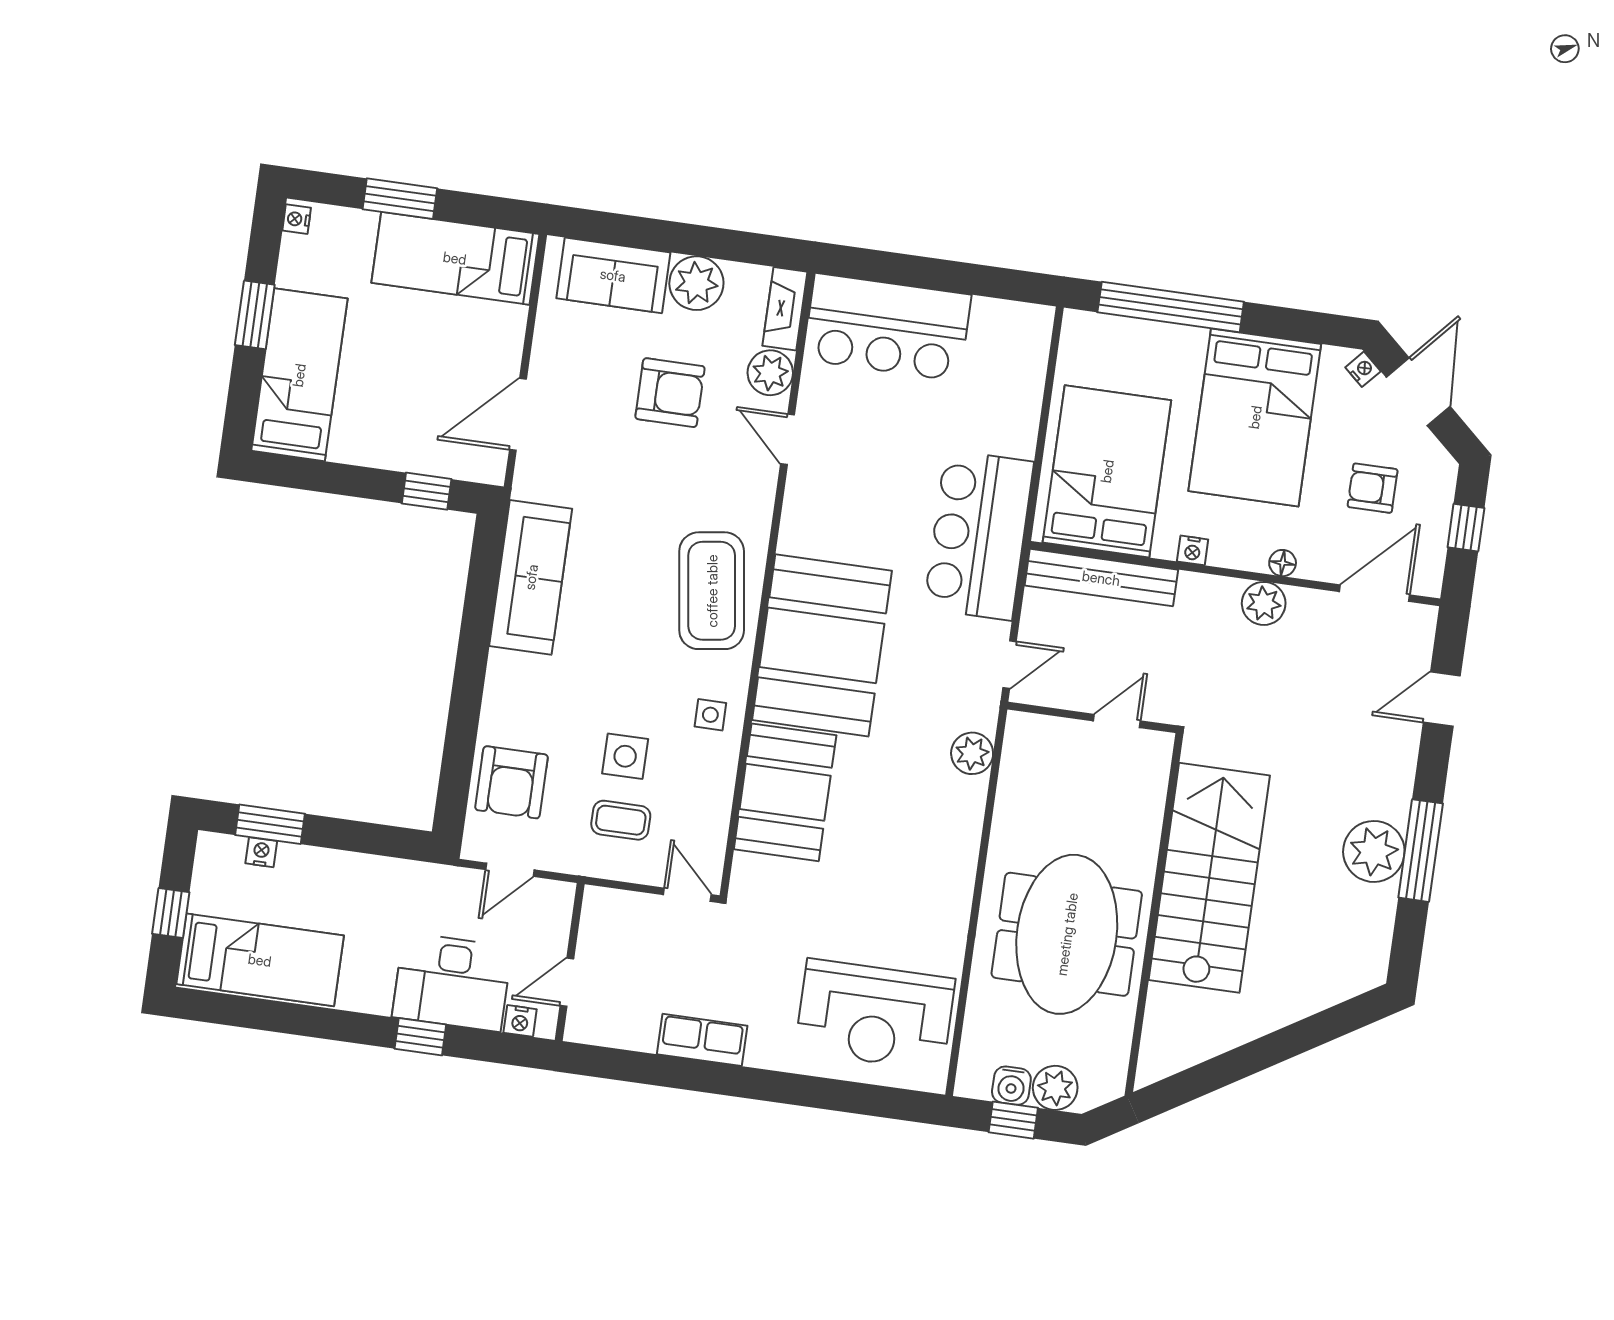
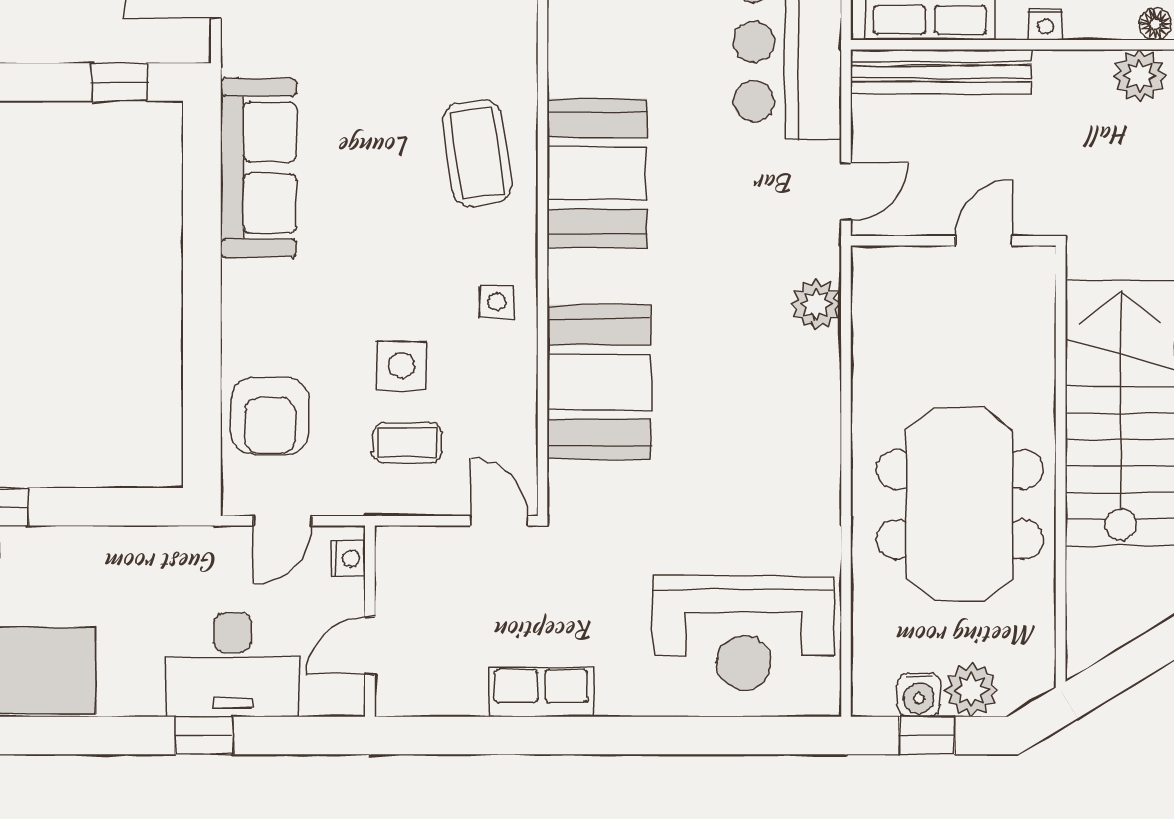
coffee table: (712, 591) -> (477, 153), width x0.73, depth x0.76
booth: (822, 645) -> (597, 173), width x0.73, depth x0.70
nightstand: (520, 1021) -> (348, 558), moved, turned -90

